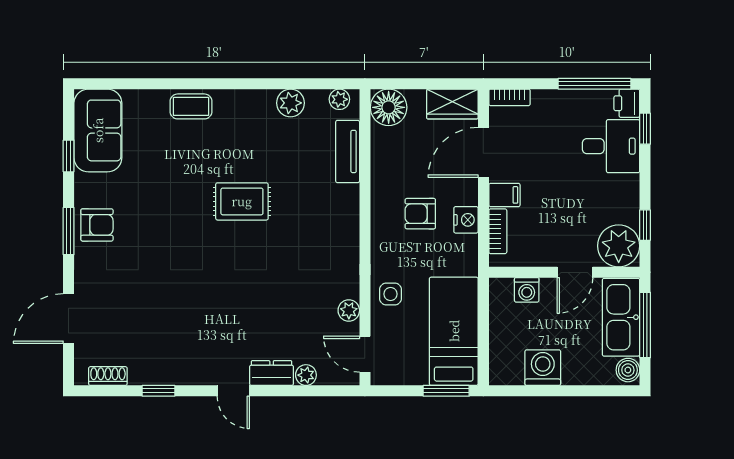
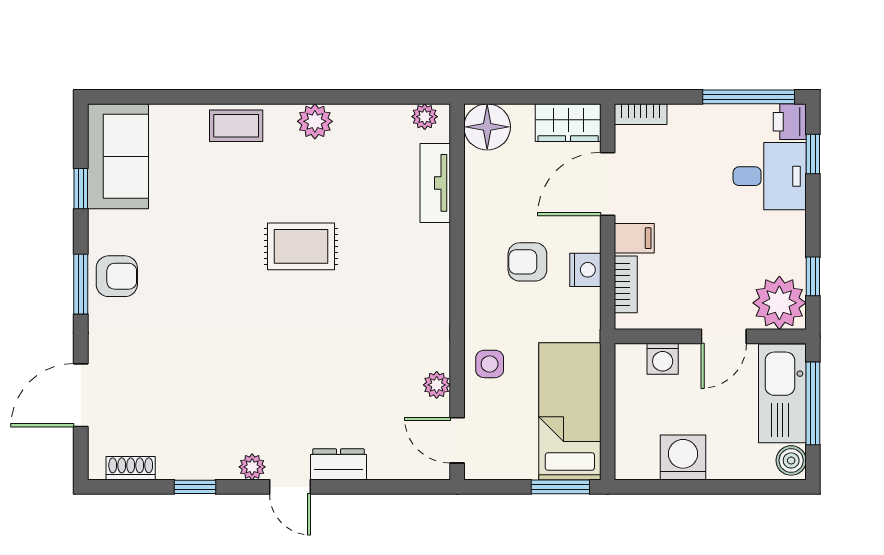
plant: (290, 103) -> (315, 121), moved
plant: (306, 375) -> (252, 467), moved

